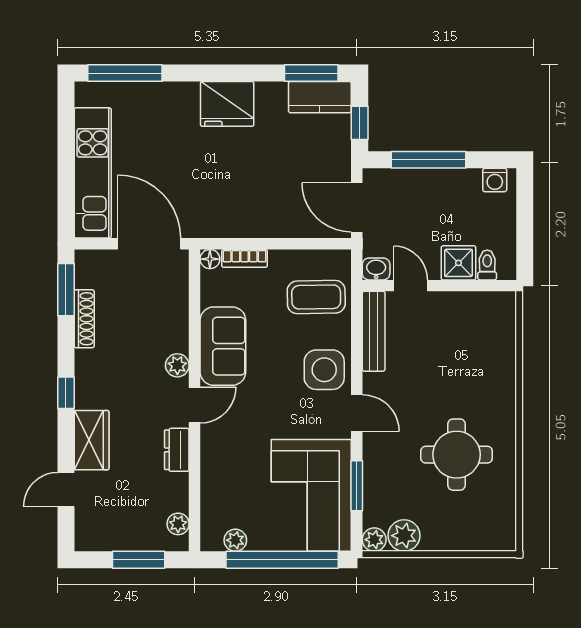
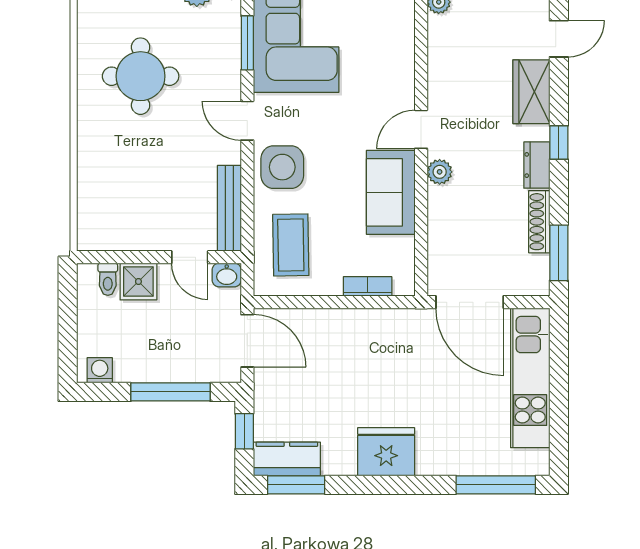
floor lamp: (210, 259) -> (405, 286), removed
coffee table: (316, 297) -> (291, 245), turned 90
dresser: (177, 450) -> (537, 165), moved, turned 180

